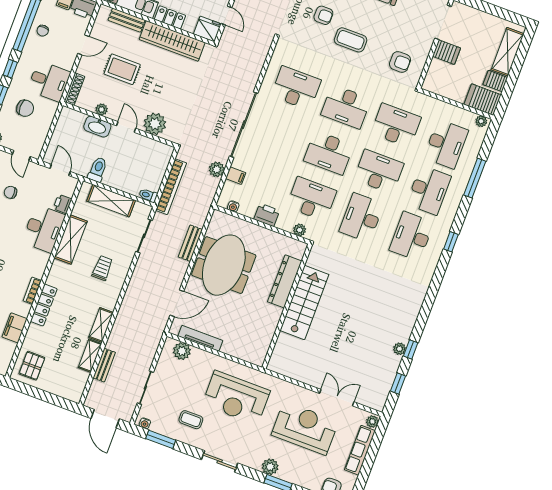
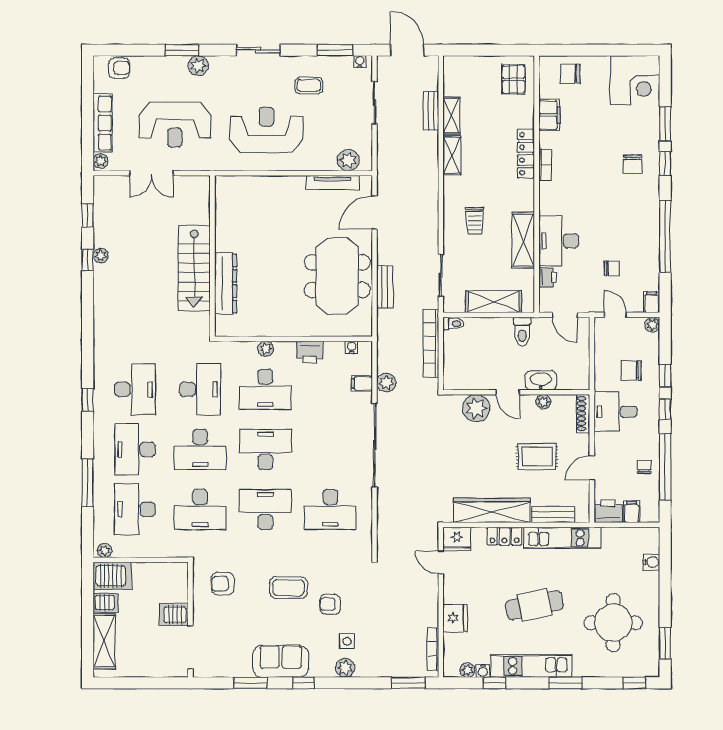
dresser: (285, 281) -> (226, 284), moved
stairs: (304, 302) -> (194, 268), moved
wall: (287, 306) -> (212, 256), moved

